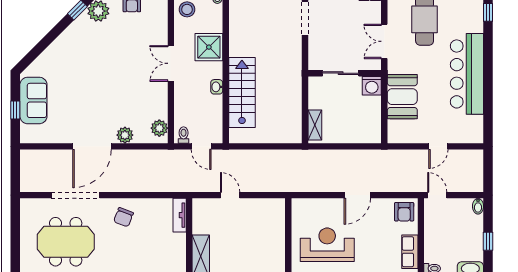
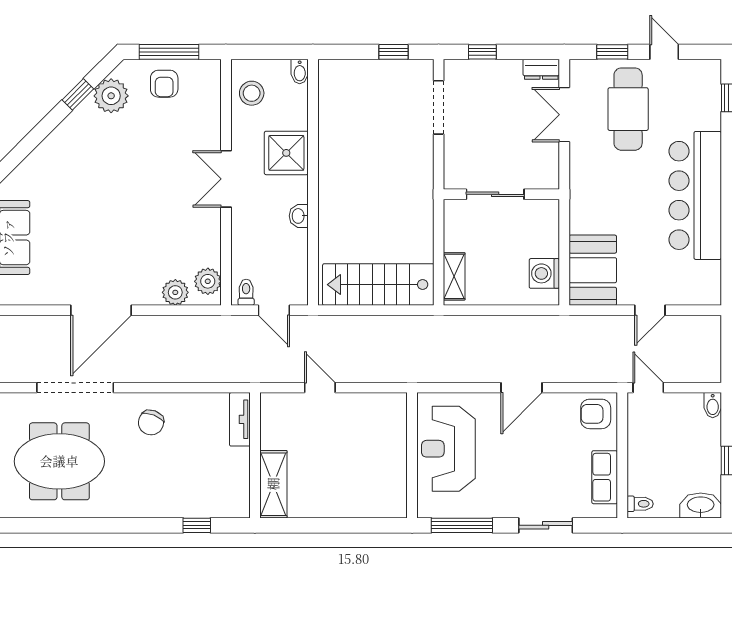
double door: (384, 41) -> (564, 115), moved
washing machine: (372, 86) -> (544, 273), moved, turned 90
stairs: (242, 92) -> (378, 285), moved, turned -90
booth: (402, 97) -> (593, 270), moved
plant: (125, 135) -> (175, 292), moved
armchair: (404, 212) -> (596, 414), turned 90
reception desk: (327, 245) -> (448, 449), moved, turned -90

